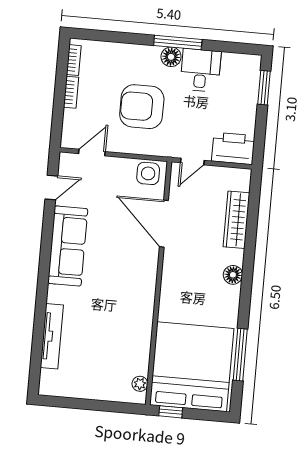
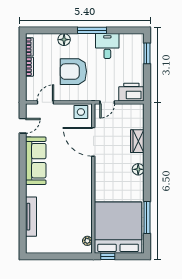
floor lamp: (171, 57) -> (64, 40), moved
wardrobe: (236, 220) -> (137, 141), width x0.67

